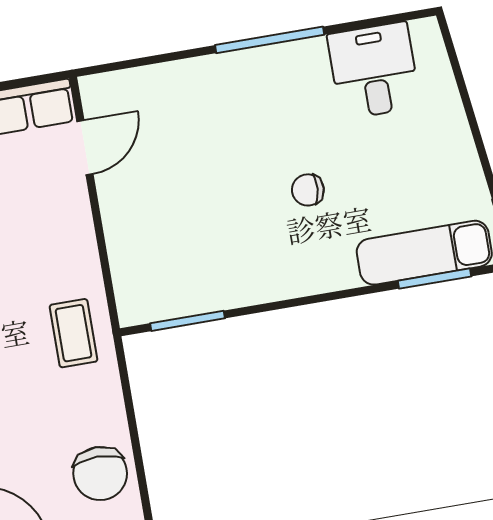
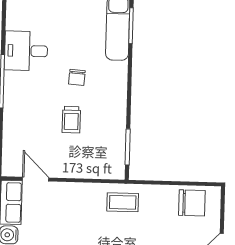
desk: (374, 71) -> (26, 51), moved
trolley: (220, 196) -> (71, 120), added

